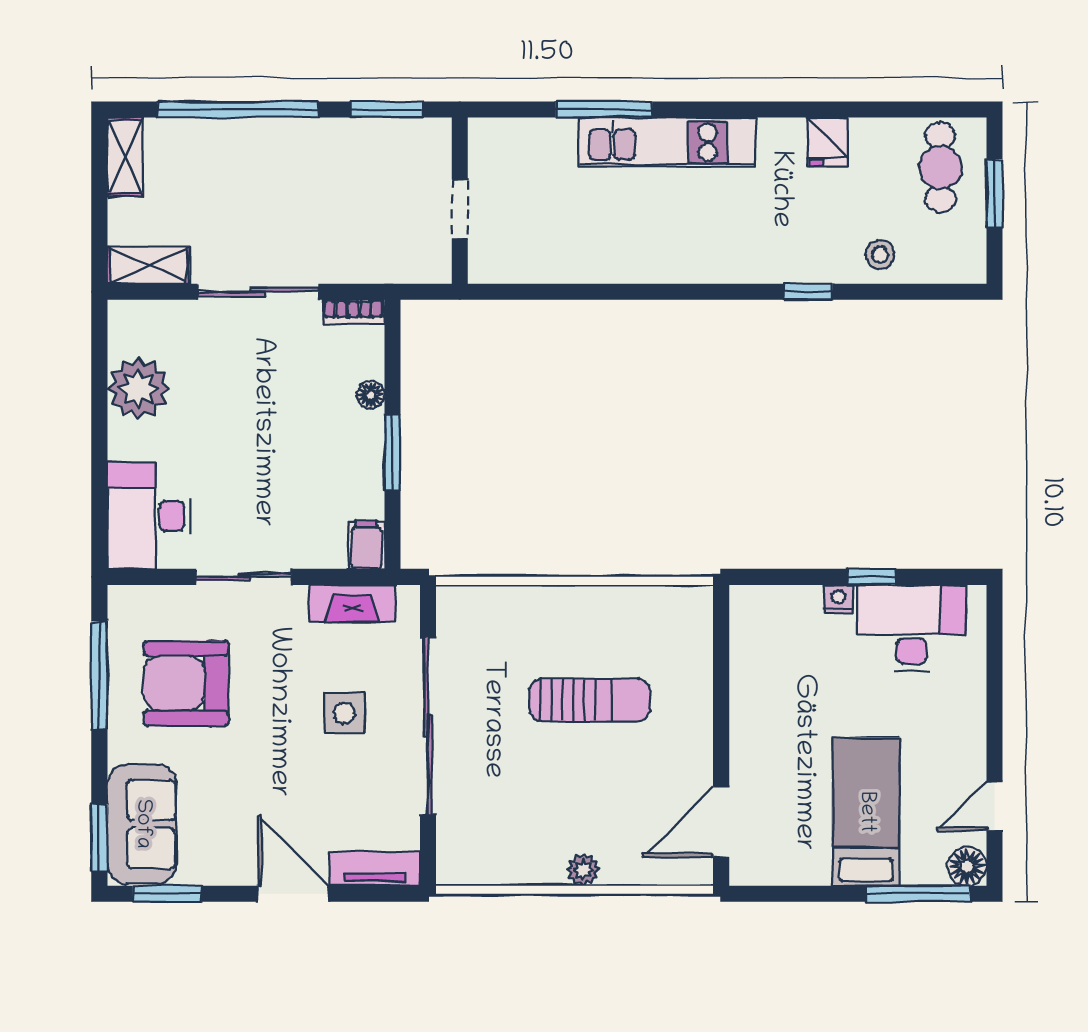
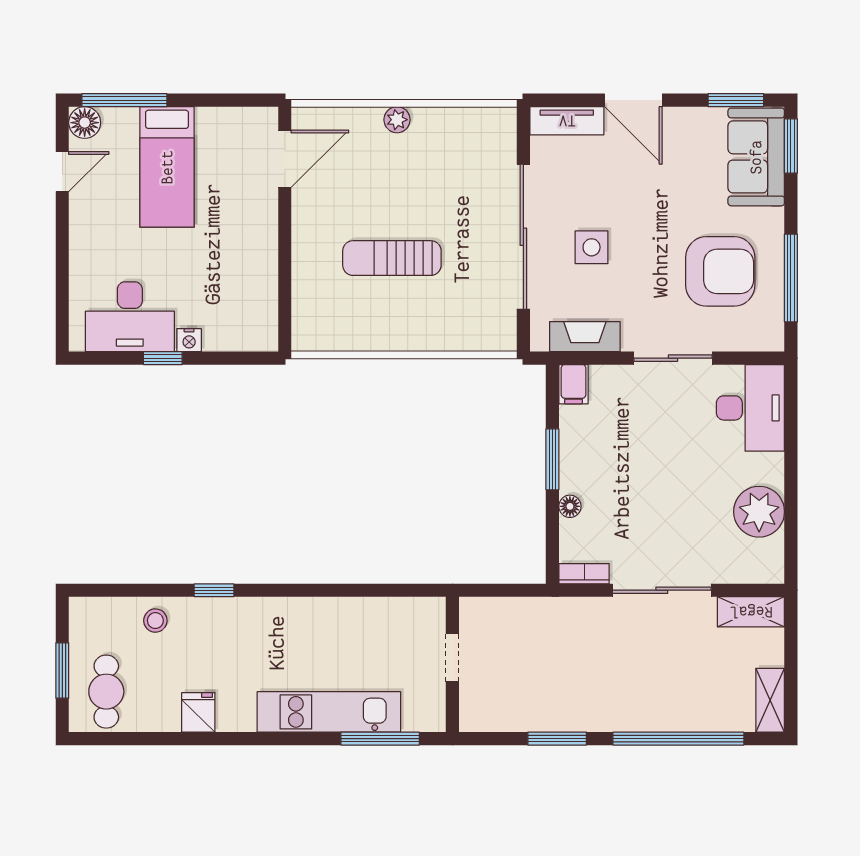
wall: (460, 201) -> (452, 664), moved
doorway: (460, 209) -> (452, 658), moved

